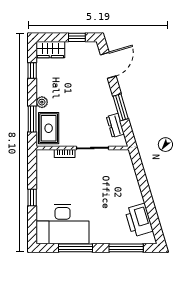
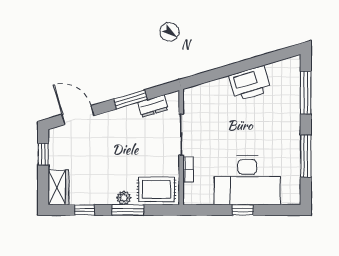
window: (32, 119) -> (128, 210), moved
printer: (139, 220) -> (250, 83), moved
desk: (63, 224) -> (247, 180), moved, turned 90

